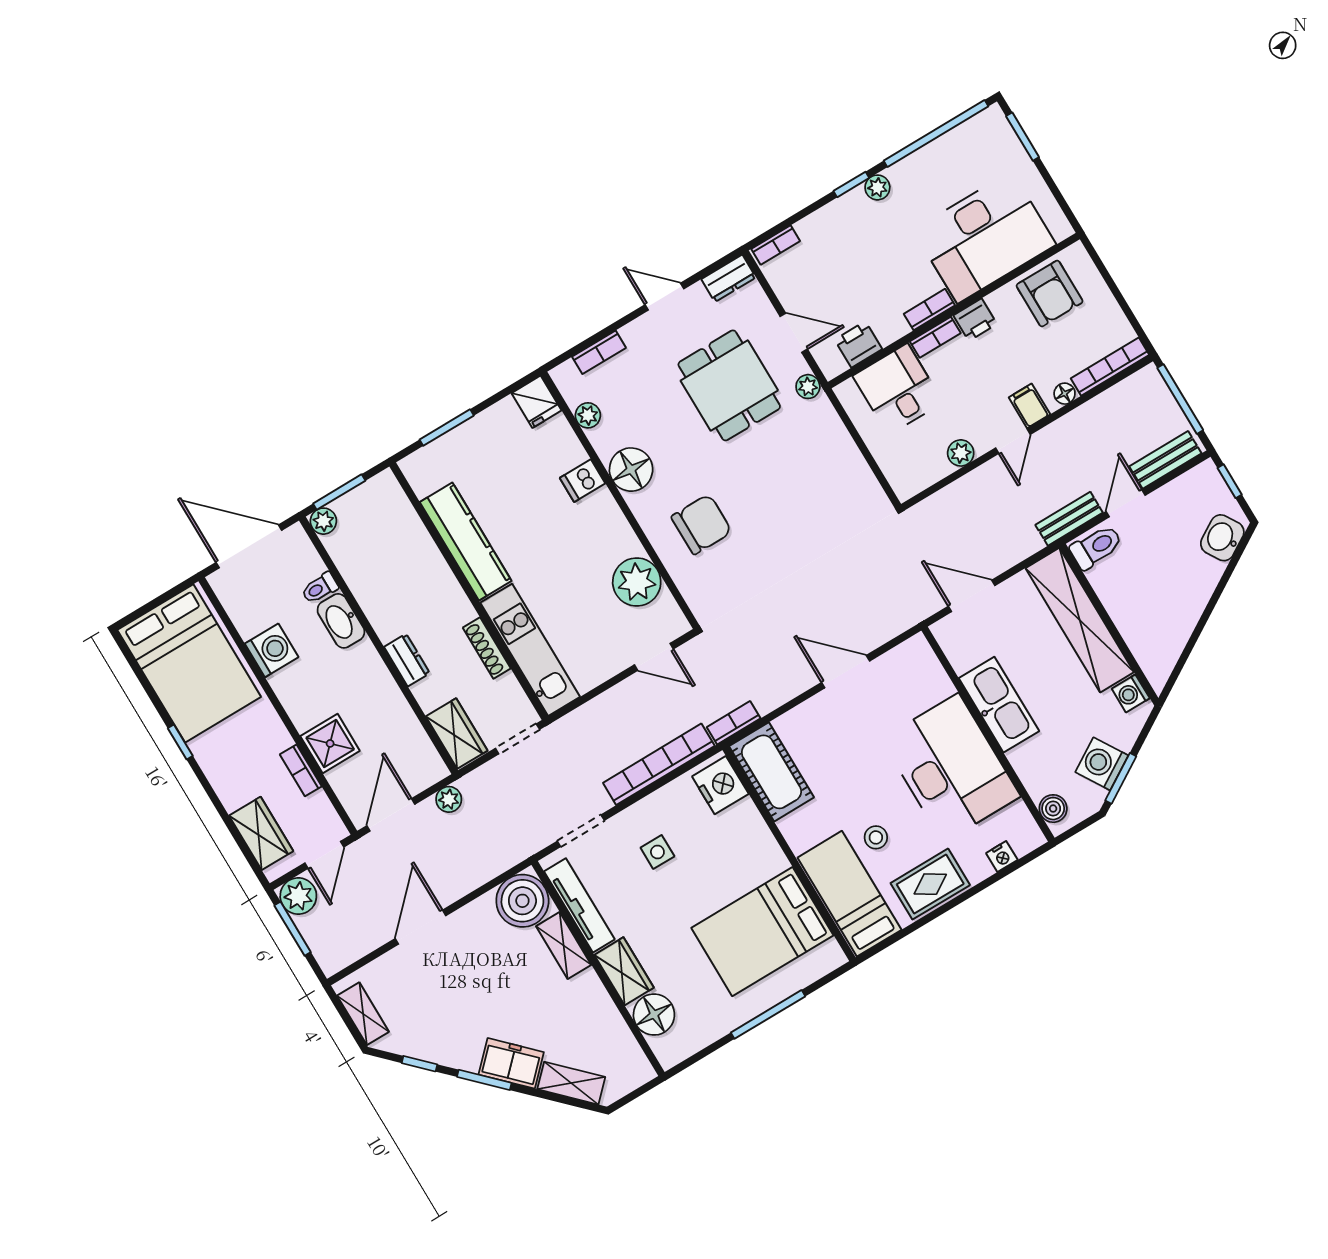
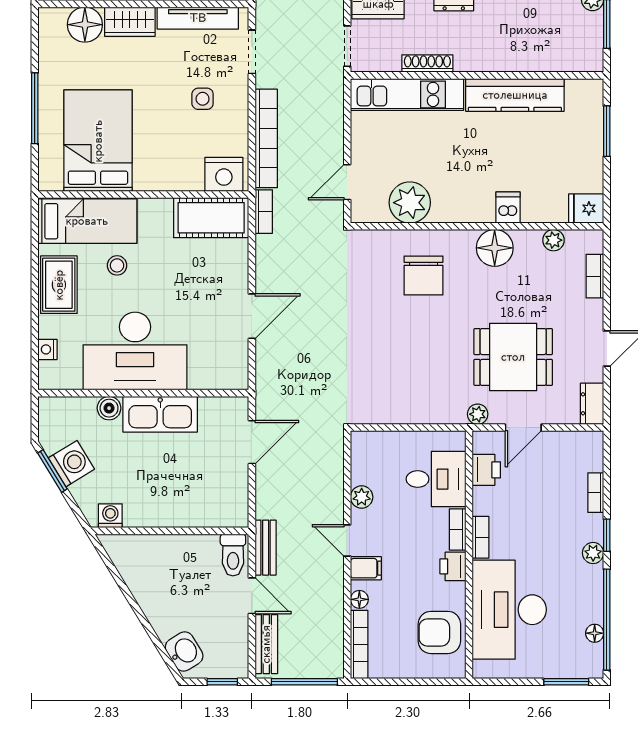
floor lamp: (957, 138) -> (595, 633), added
bookcase: (776, 245) -> (596, 493), moved
shelving: (1080, 620) -> (187, 511), removed
boiler: (1053, 809) -> (109, 408), moved

